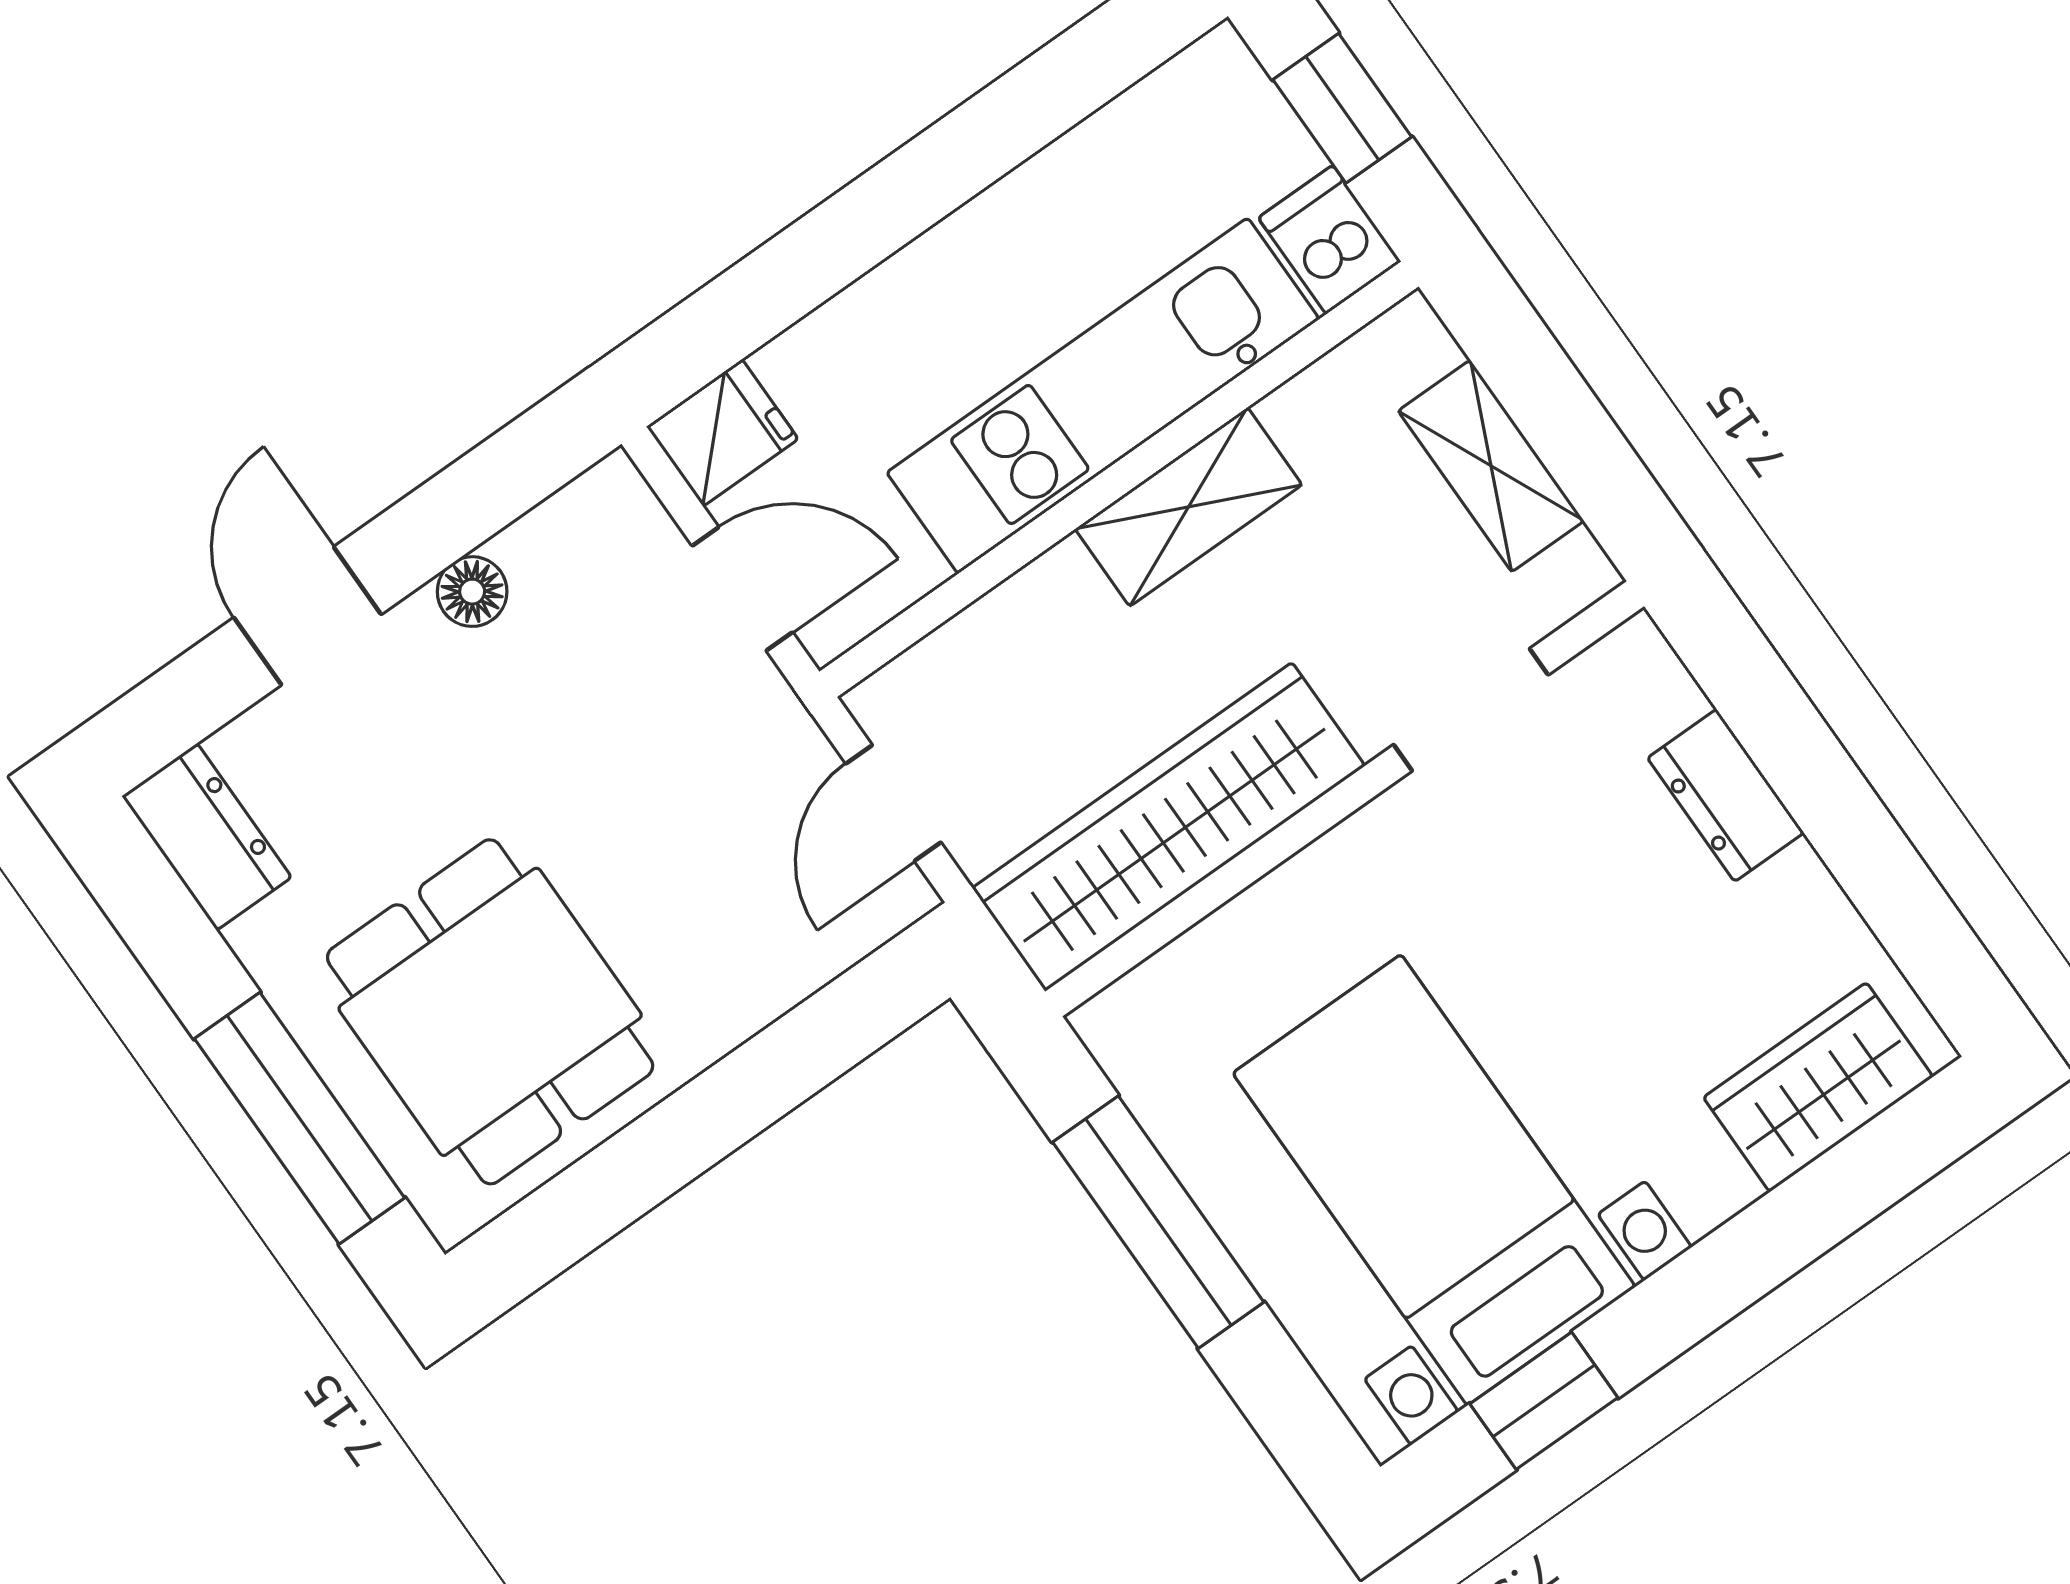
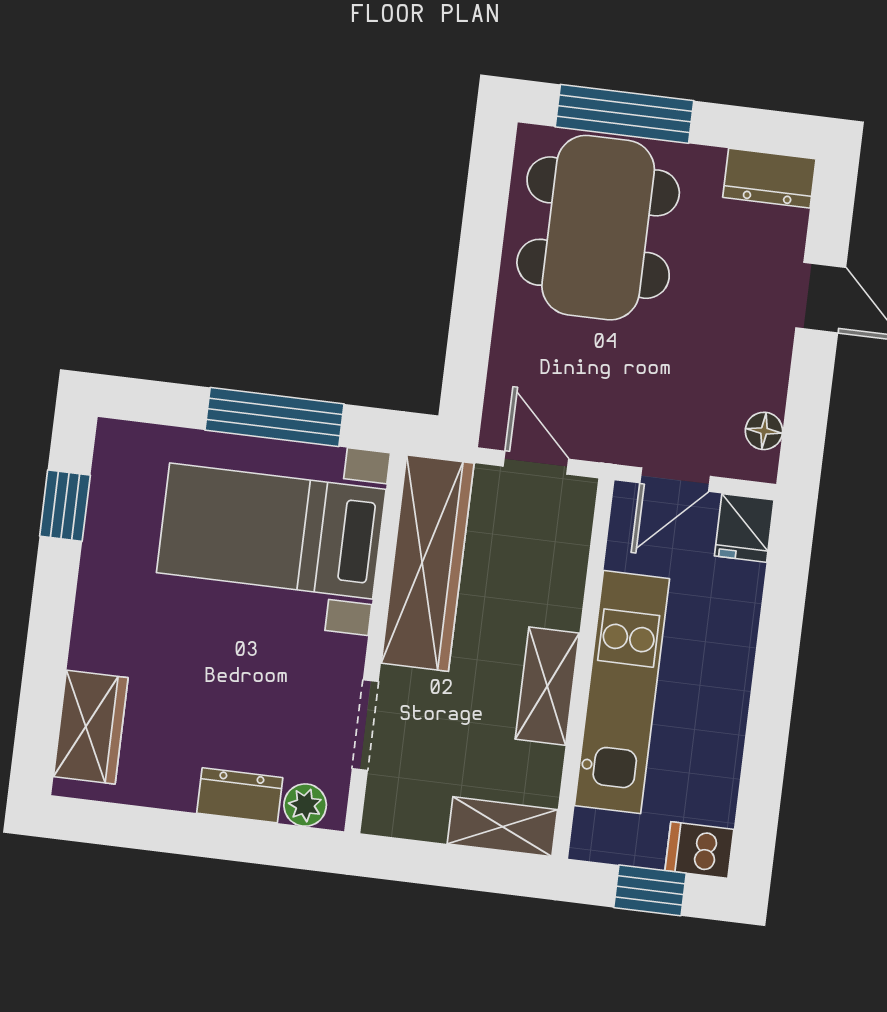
dishwasher: (1330, 240) -> (699, 850), moved, turned 180
shelving: (1491, 466) -> (502, 827), moved
floor lamp: (472, 592) -> (764, 431), moved
plant: (1657, 693) -> (305, 805), added
dining table: (490, 1012) -> (598, 228), width x1.37
bed with nightstands: (1434, 1180) -> (271, 531), moved, turned 180

